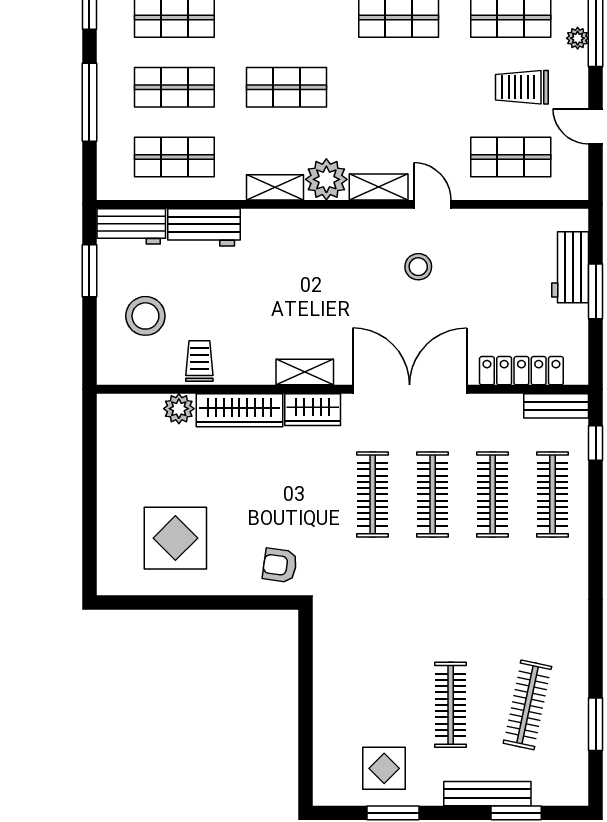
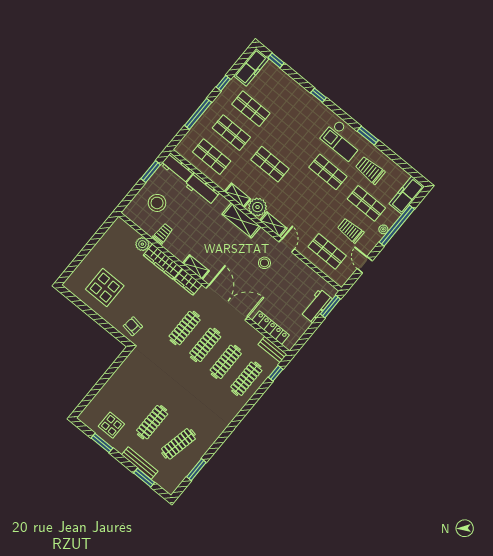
shelving: (317, 226) -> (241, 220), added
window: (596, 291) -> (330, 307), moved

